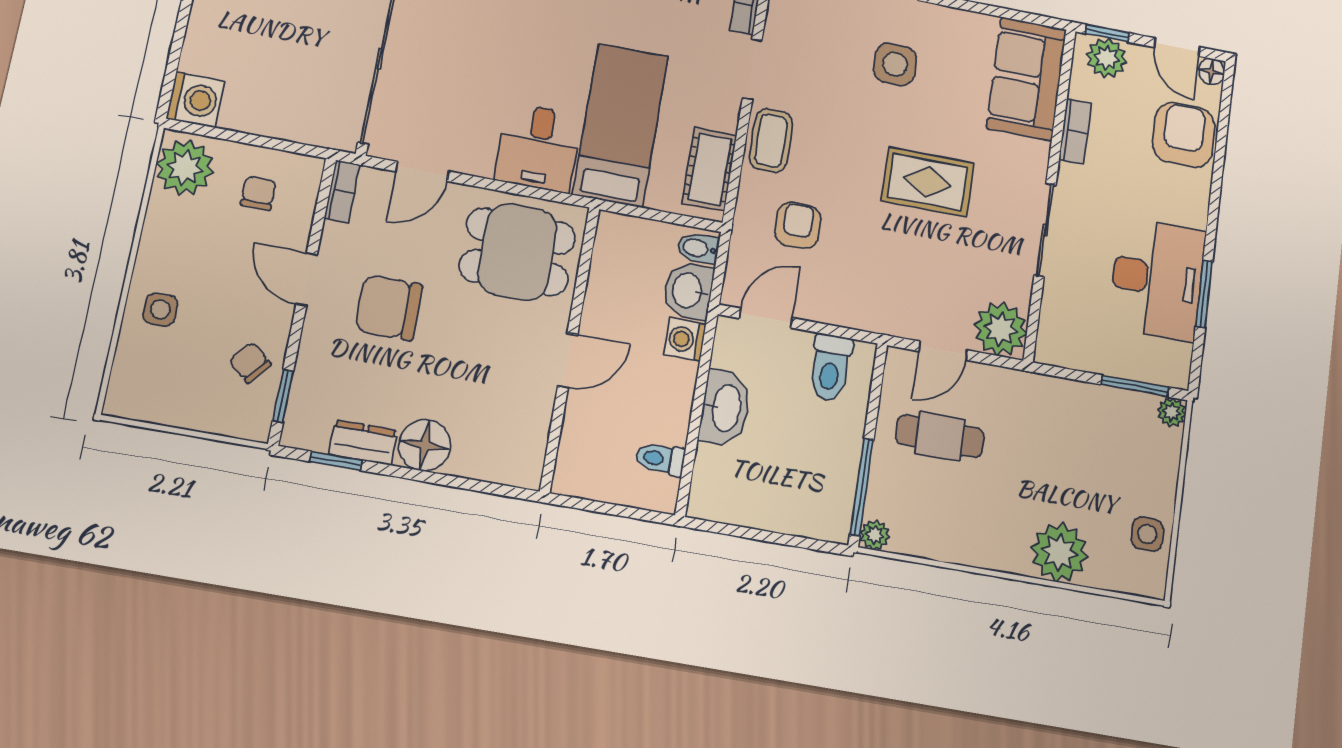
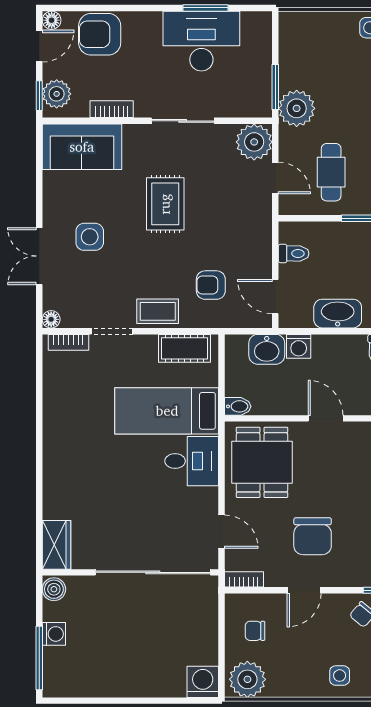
bidet: (698, 248) -> (238, 406), moved, turned -90
toilet: (830, 367) -> (294, 253), width x0.73, depth x0.72
window: (1135, 386) -> (275, 87), moved
plant: (1172, 412) -> (297, 108), moved, width x1.88, depth x1.88

